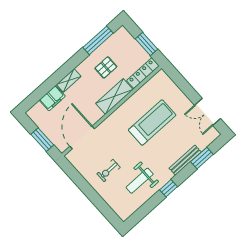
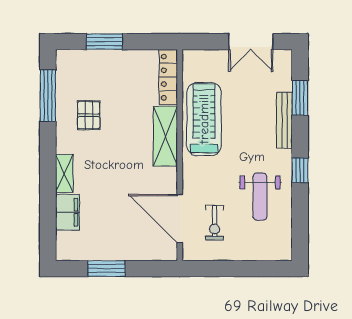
locker: (143, 73) -> (168, 77), moved
shelving: (114, 96) -> (165, 136), moved
wall: (112, 111) -> (180, 155), moved
door: (82, 137) -> (180, 219), moved

